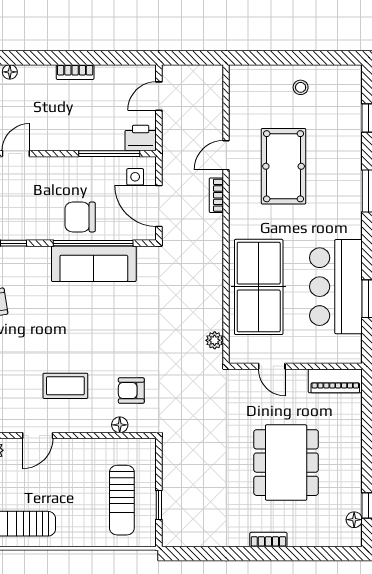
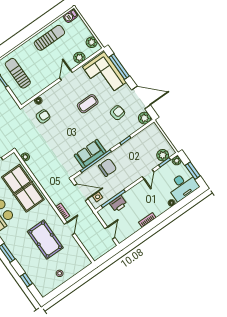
printer: (141, 138) -> (118, 204), moved
sofa: (94, 264) -> (90, 154), width x0.73
coffee table: (65, 386) -> (88, 104), moved

